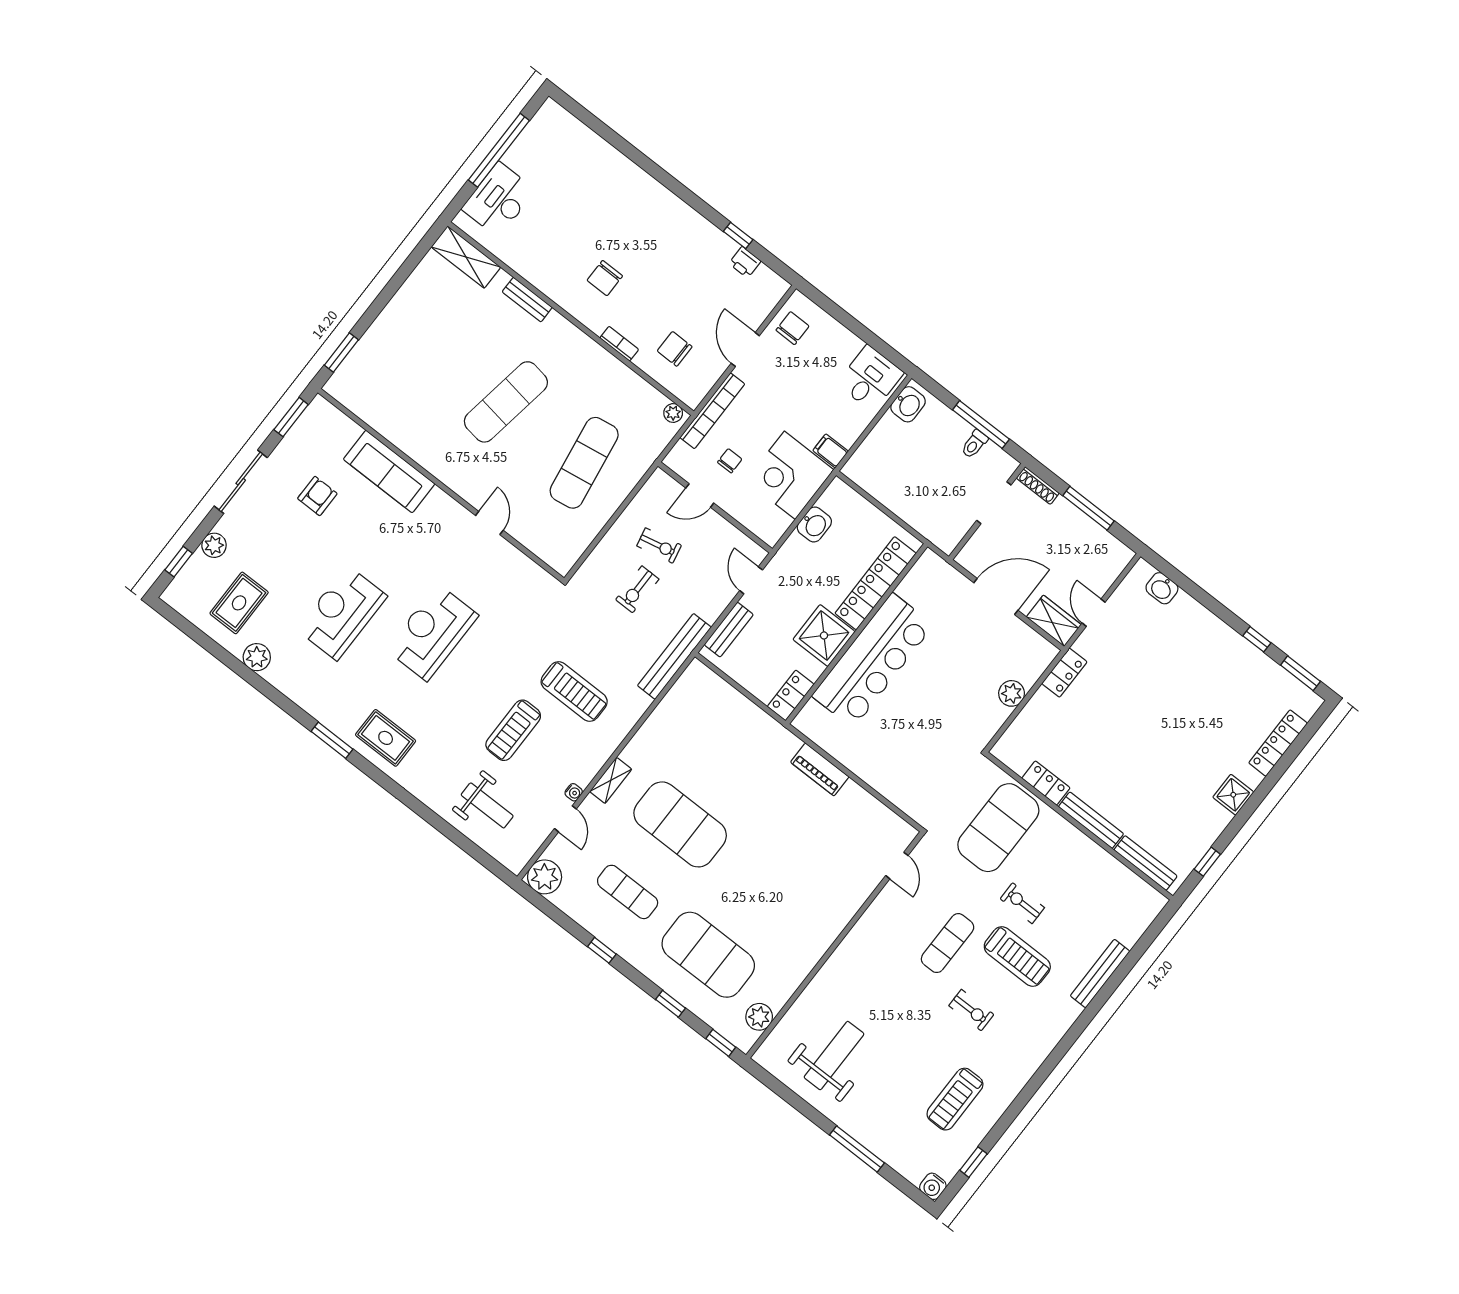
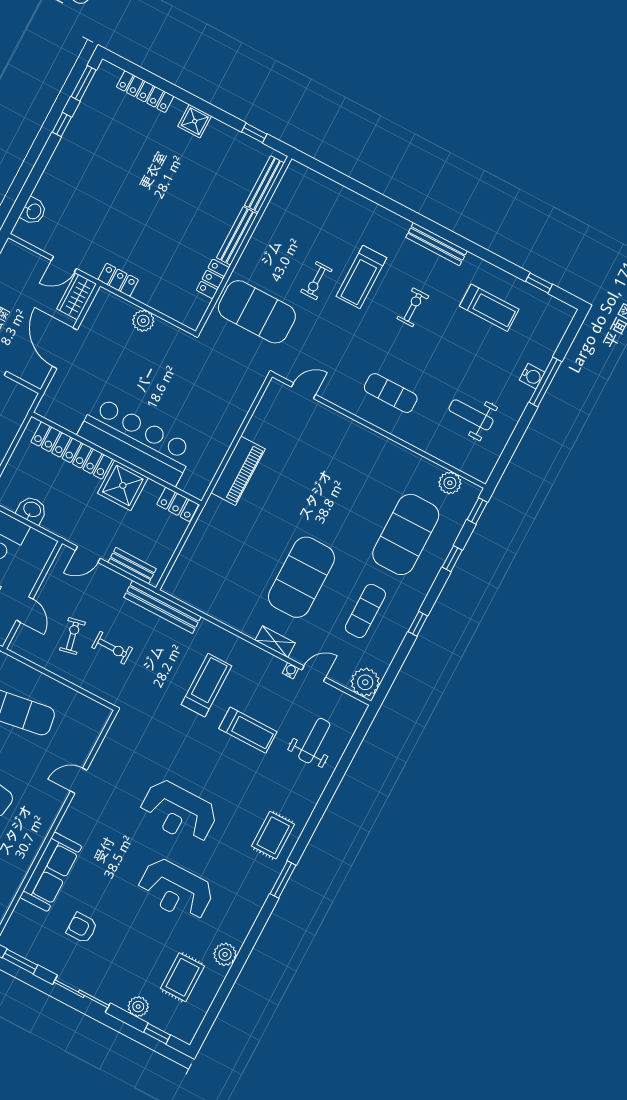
rug: (239, 603) -> (182, 977), turned 90
piano: (820, 769) -> (238, 471), width x1.37, depth x1.33
exercise mat: (948, 943) -> (391, 393), moved
treadmill: (1017, 956) -> (361, 277), turned 180
bench: (1100, 974) -> (436, 244), moved
weight bench: (834, 1056) -> (471, 415), width x0.73, depth x0.75
water cooler: (933, 1186) -> (532, 376), moved

